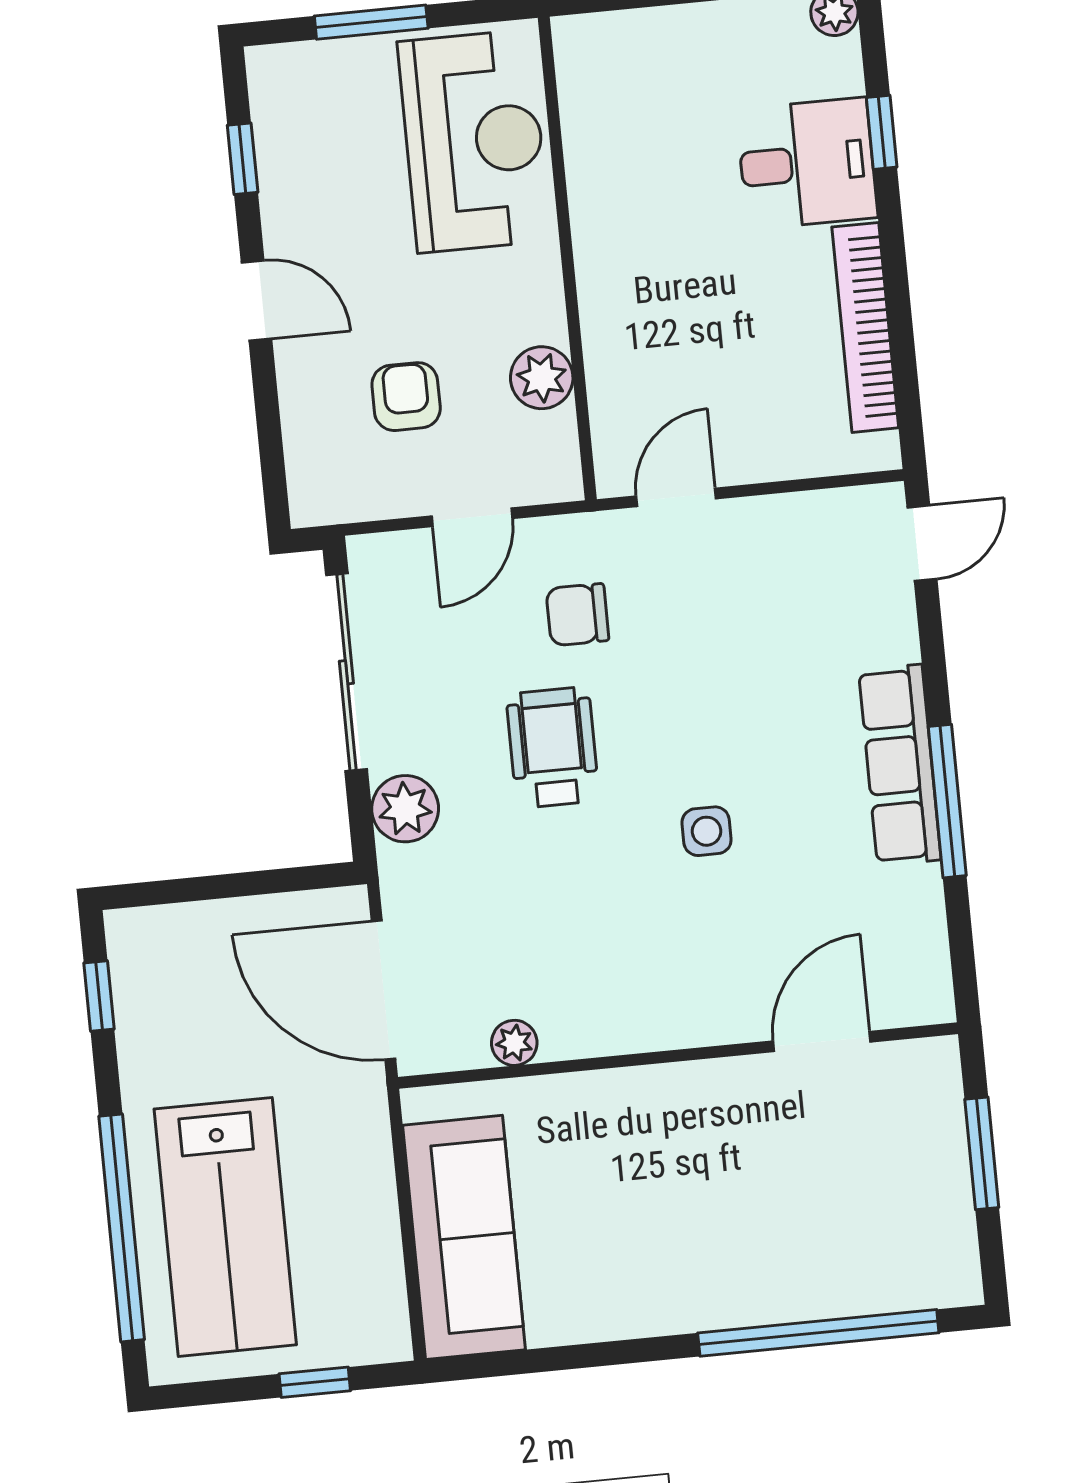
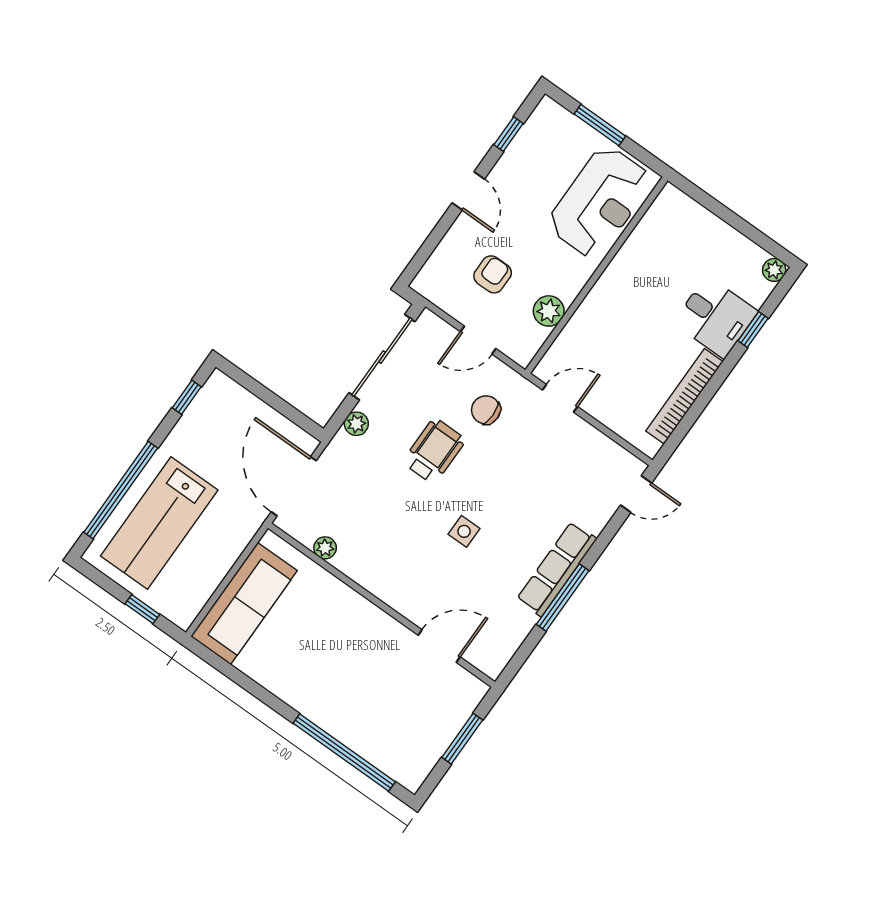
plant: (405, 809) -> (356, 424), width x0.73, depth x0.73

